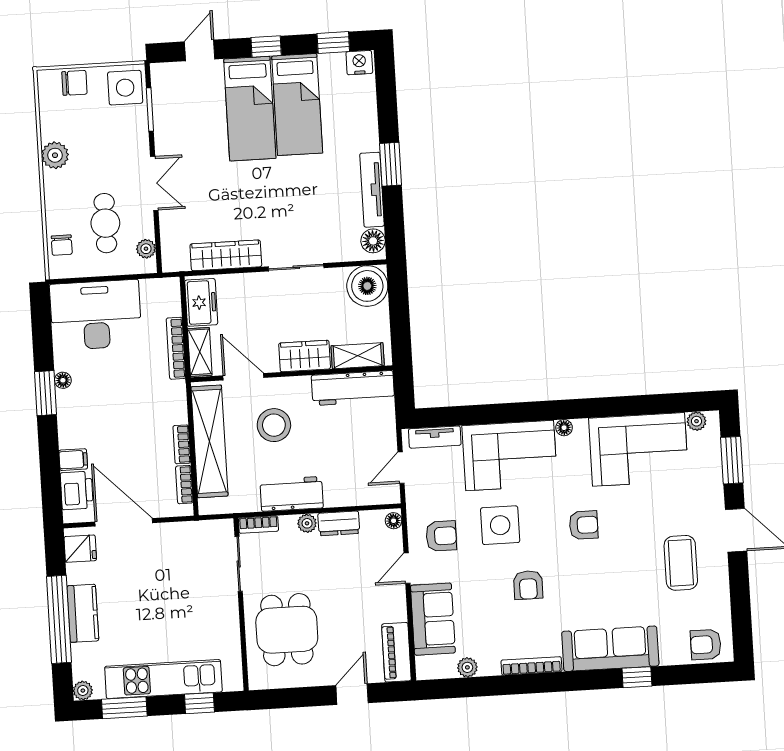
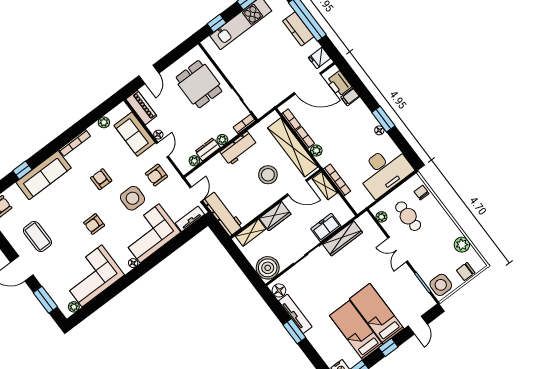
plant: (55, 155) -> (462, 245), moved
freezer: (201, 302) -> (326, 228), moved, turned 90
workbench: (353, 388) -> (223, 214), moved, turned 90
plant: (177, 413) -> (316, 151), added
plant: (370, 519) -> (194, 161), added
floor lamp: (394, 521) -> (158, 135), moved

